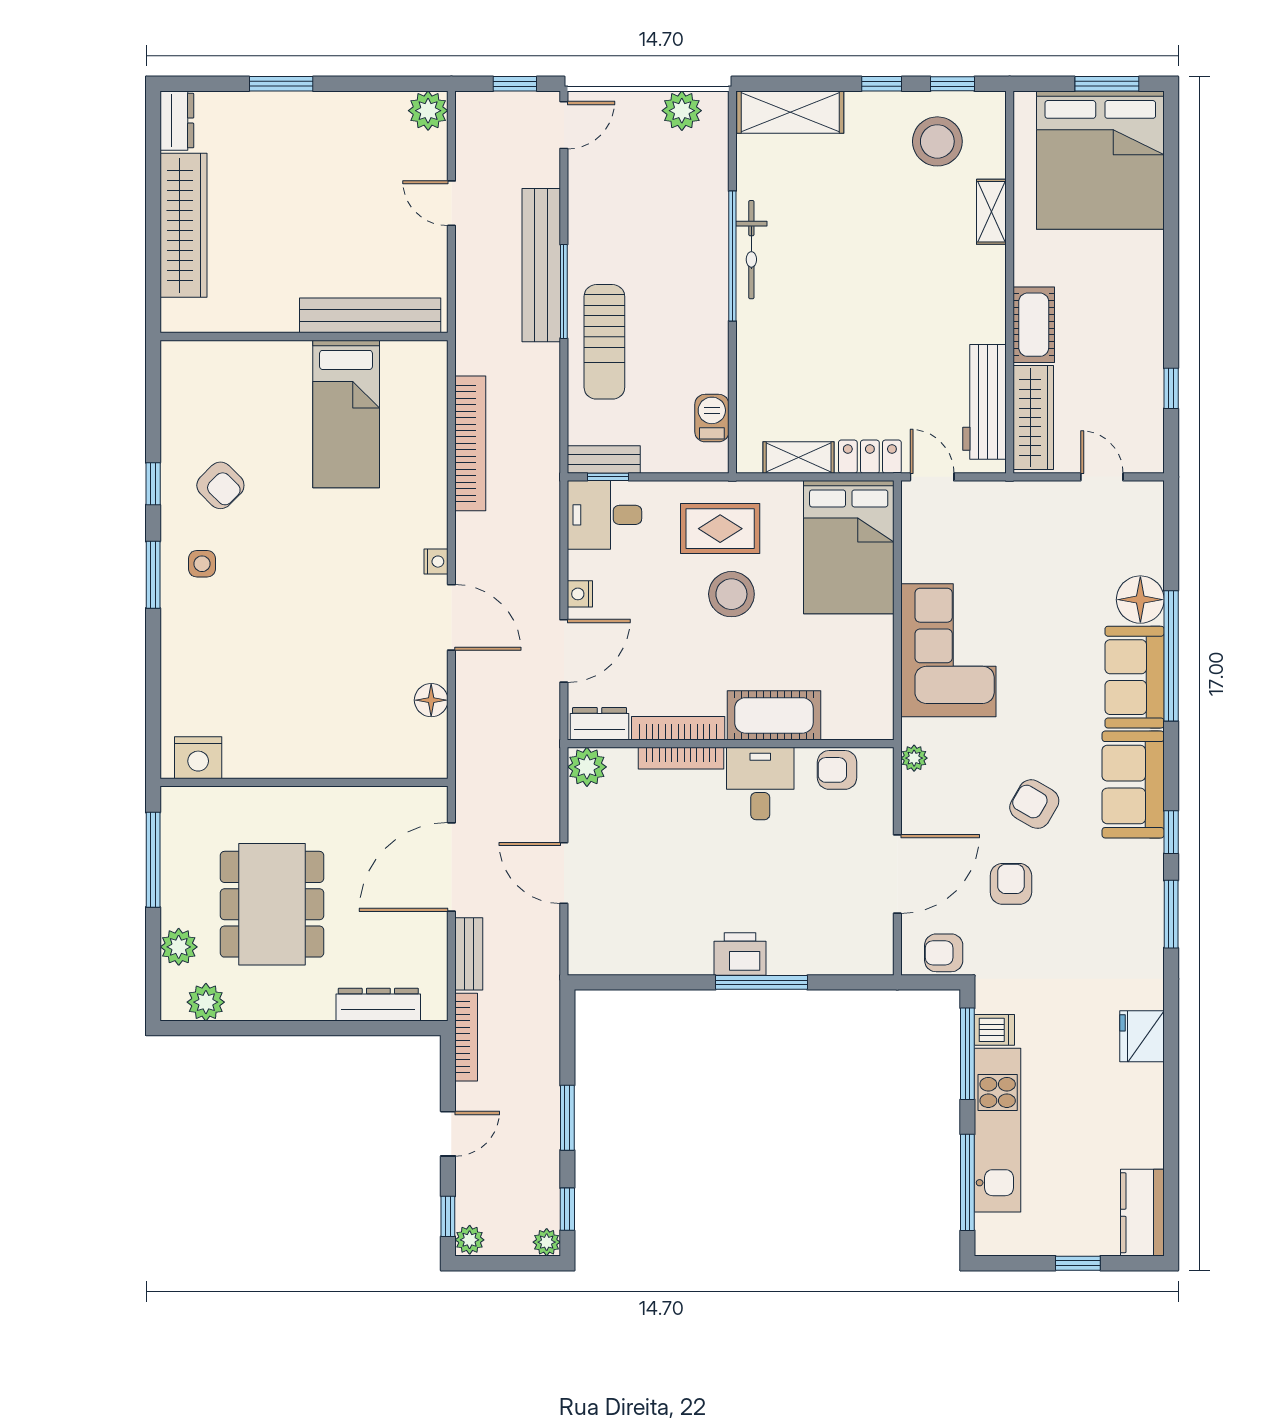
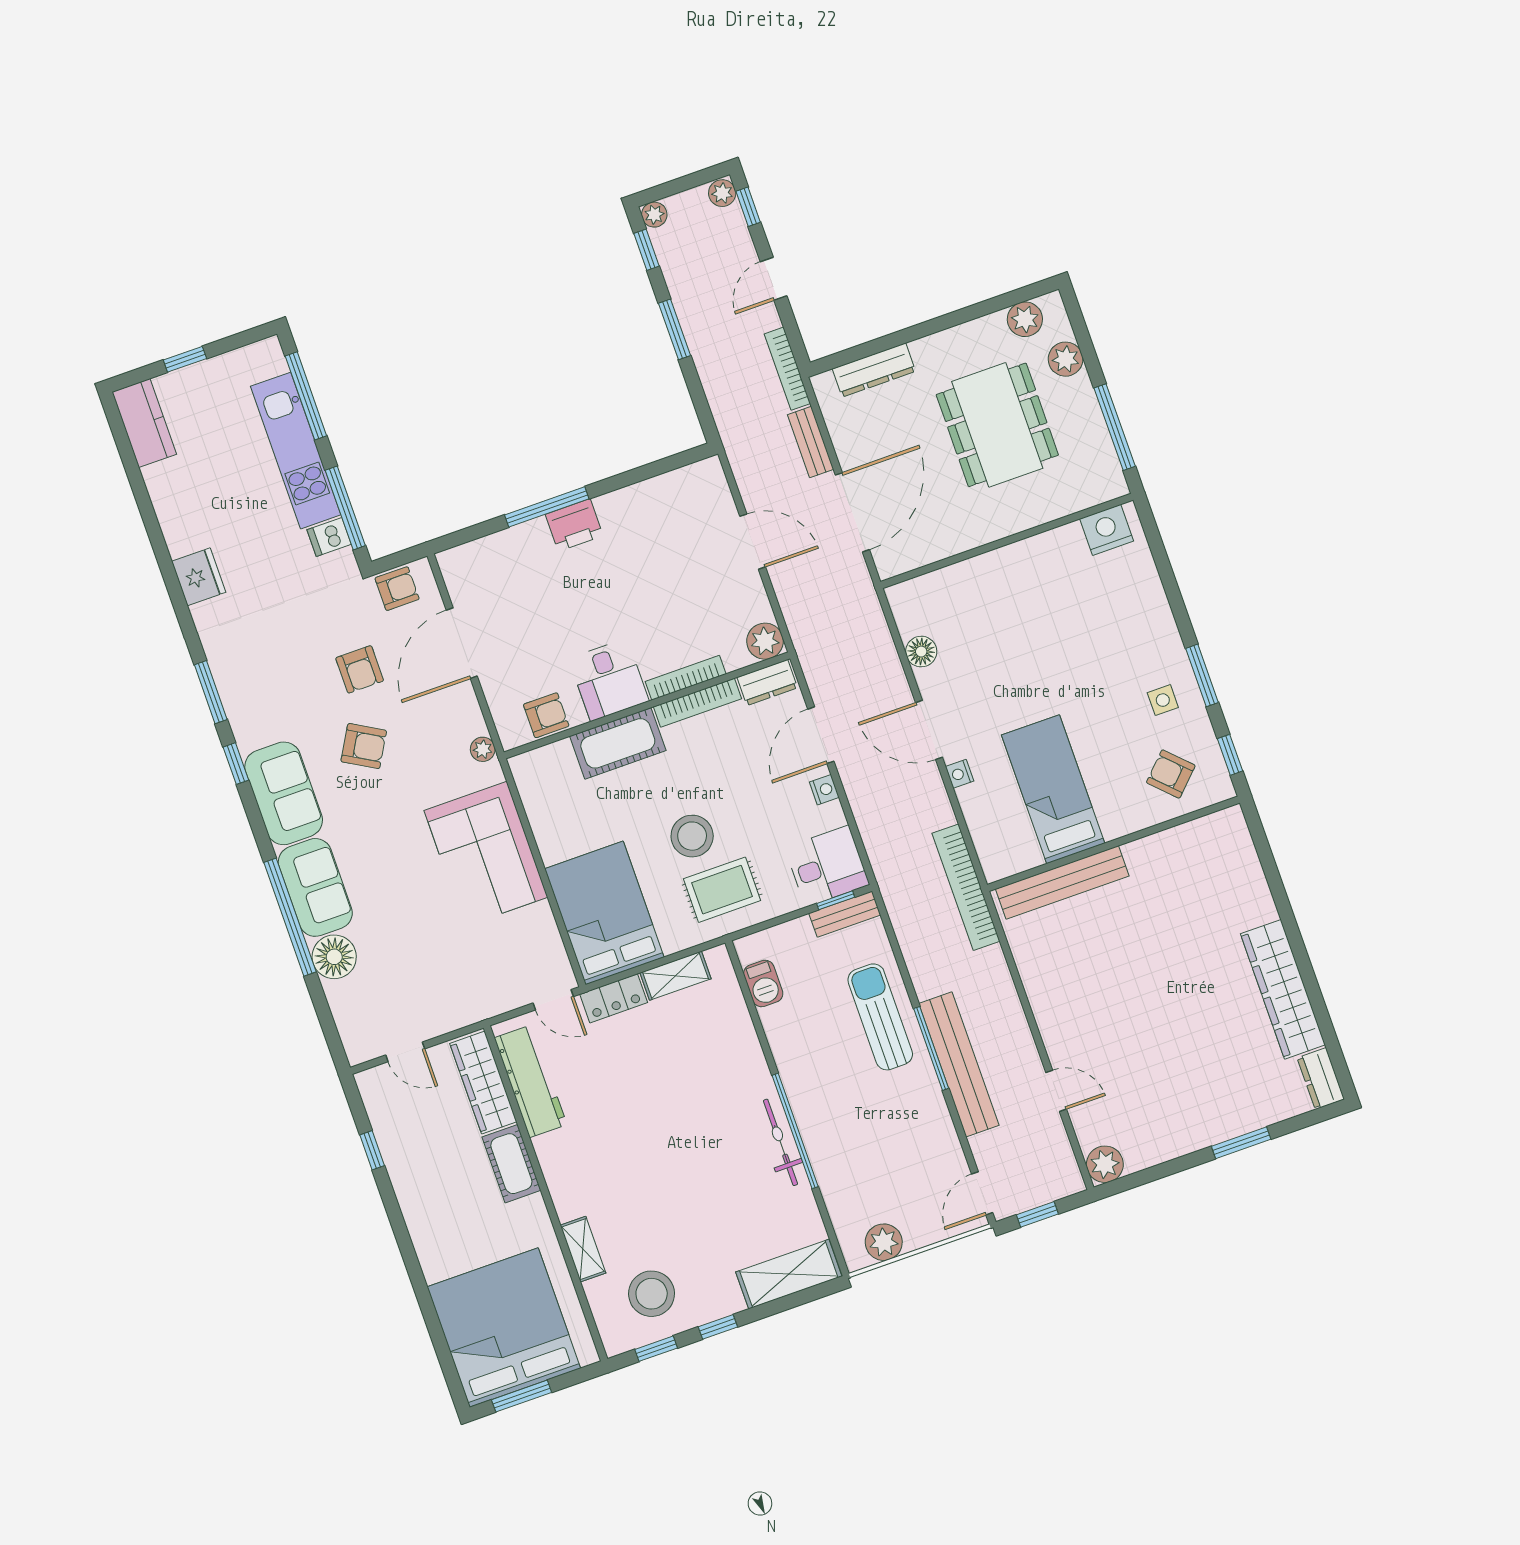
bench: (370, 315) -> (1062, 882), moved
wall: (304, 336) -> (1113, 844), moved
bed: (346, 414) -> (1053, 789), moved

